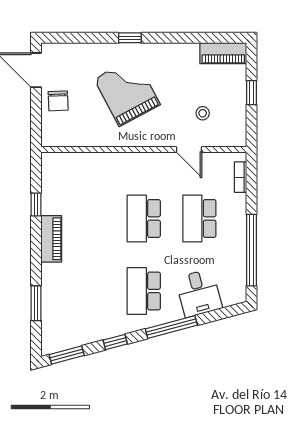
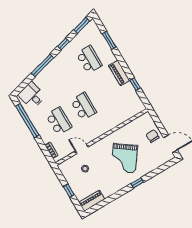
grand piano: (127, 92) -> (124, 158), turned 64
school desk: (144, 291) -> (89, 59), moved
desk: (199, 293) -> (32, 95), moved

